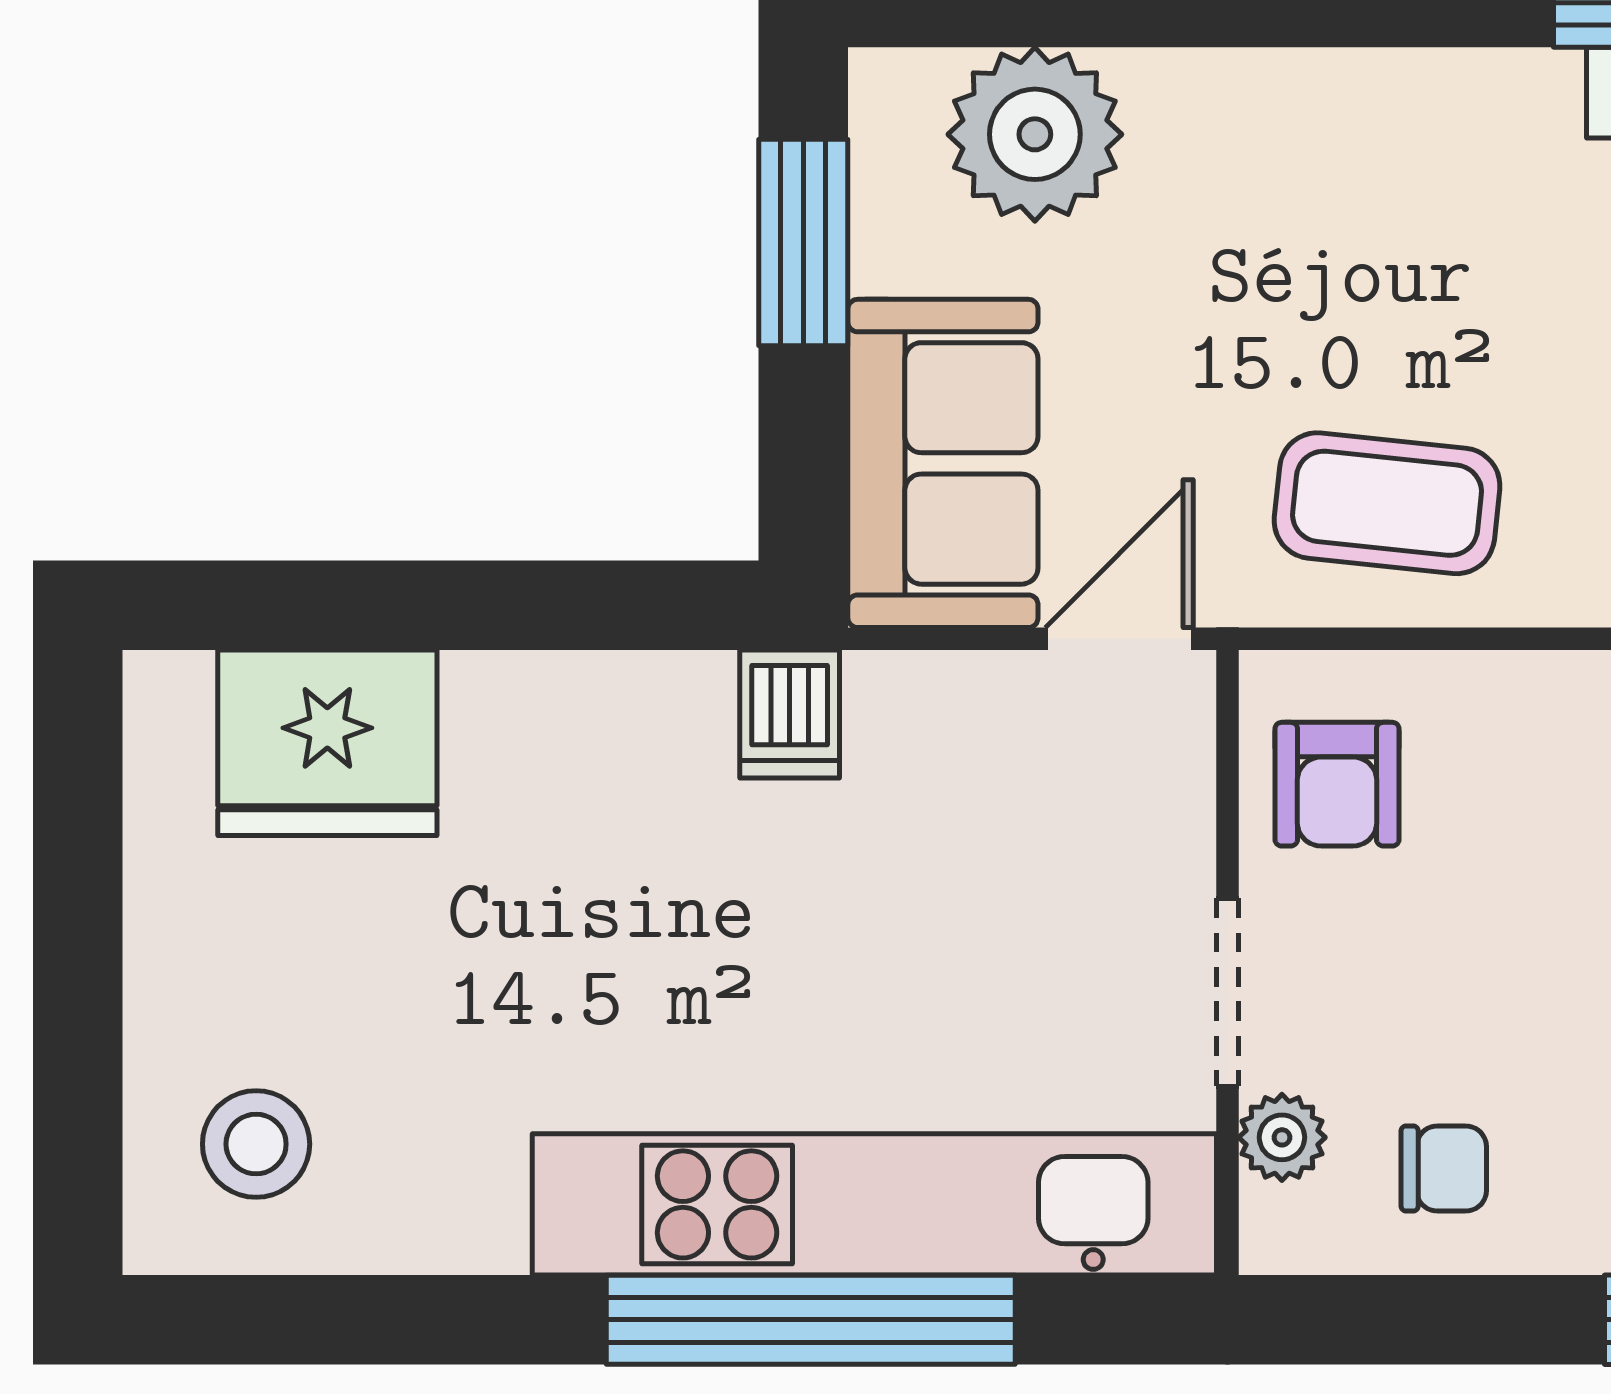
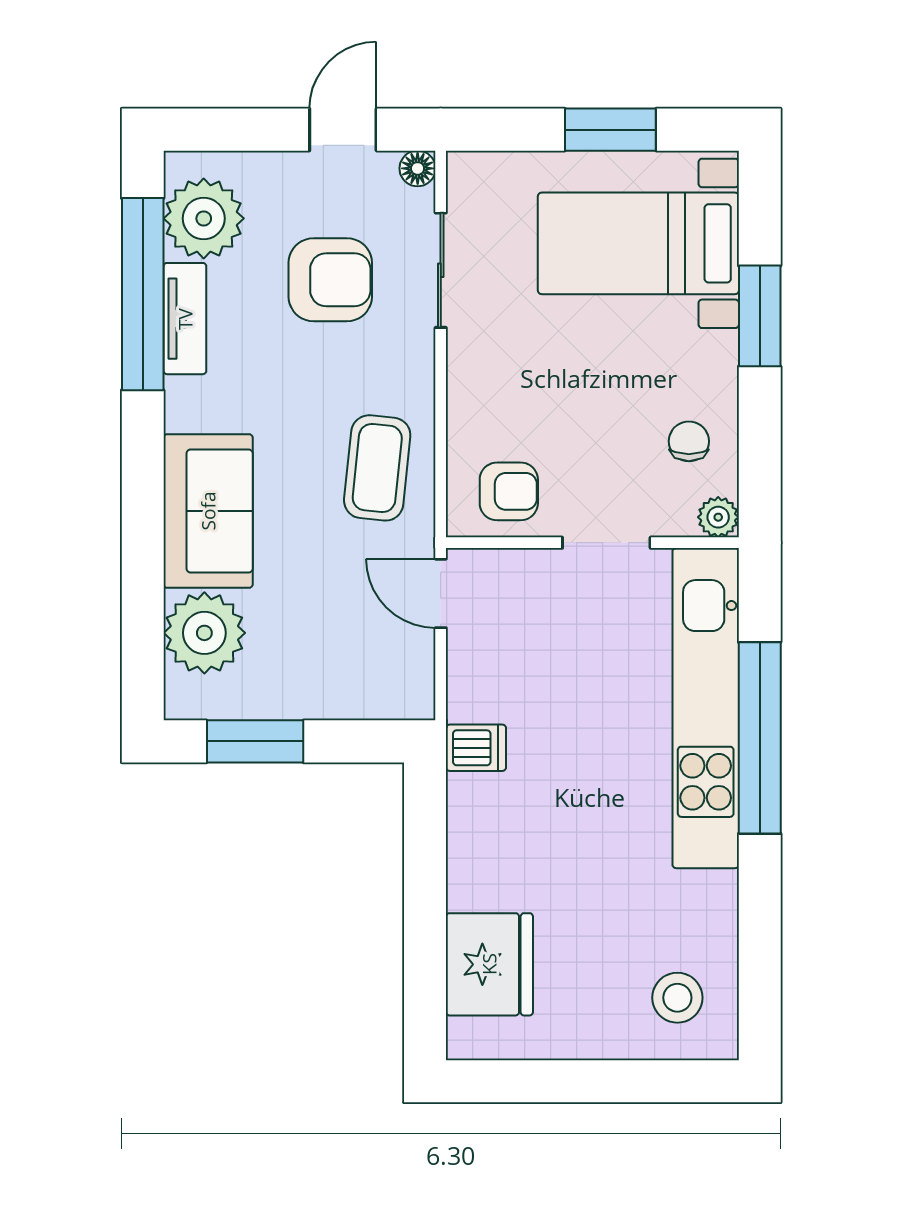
sofa: (943, 463) -> (208, 511), moved, turned 90
plant: (1282, 1137) -> (718, 517), moved

